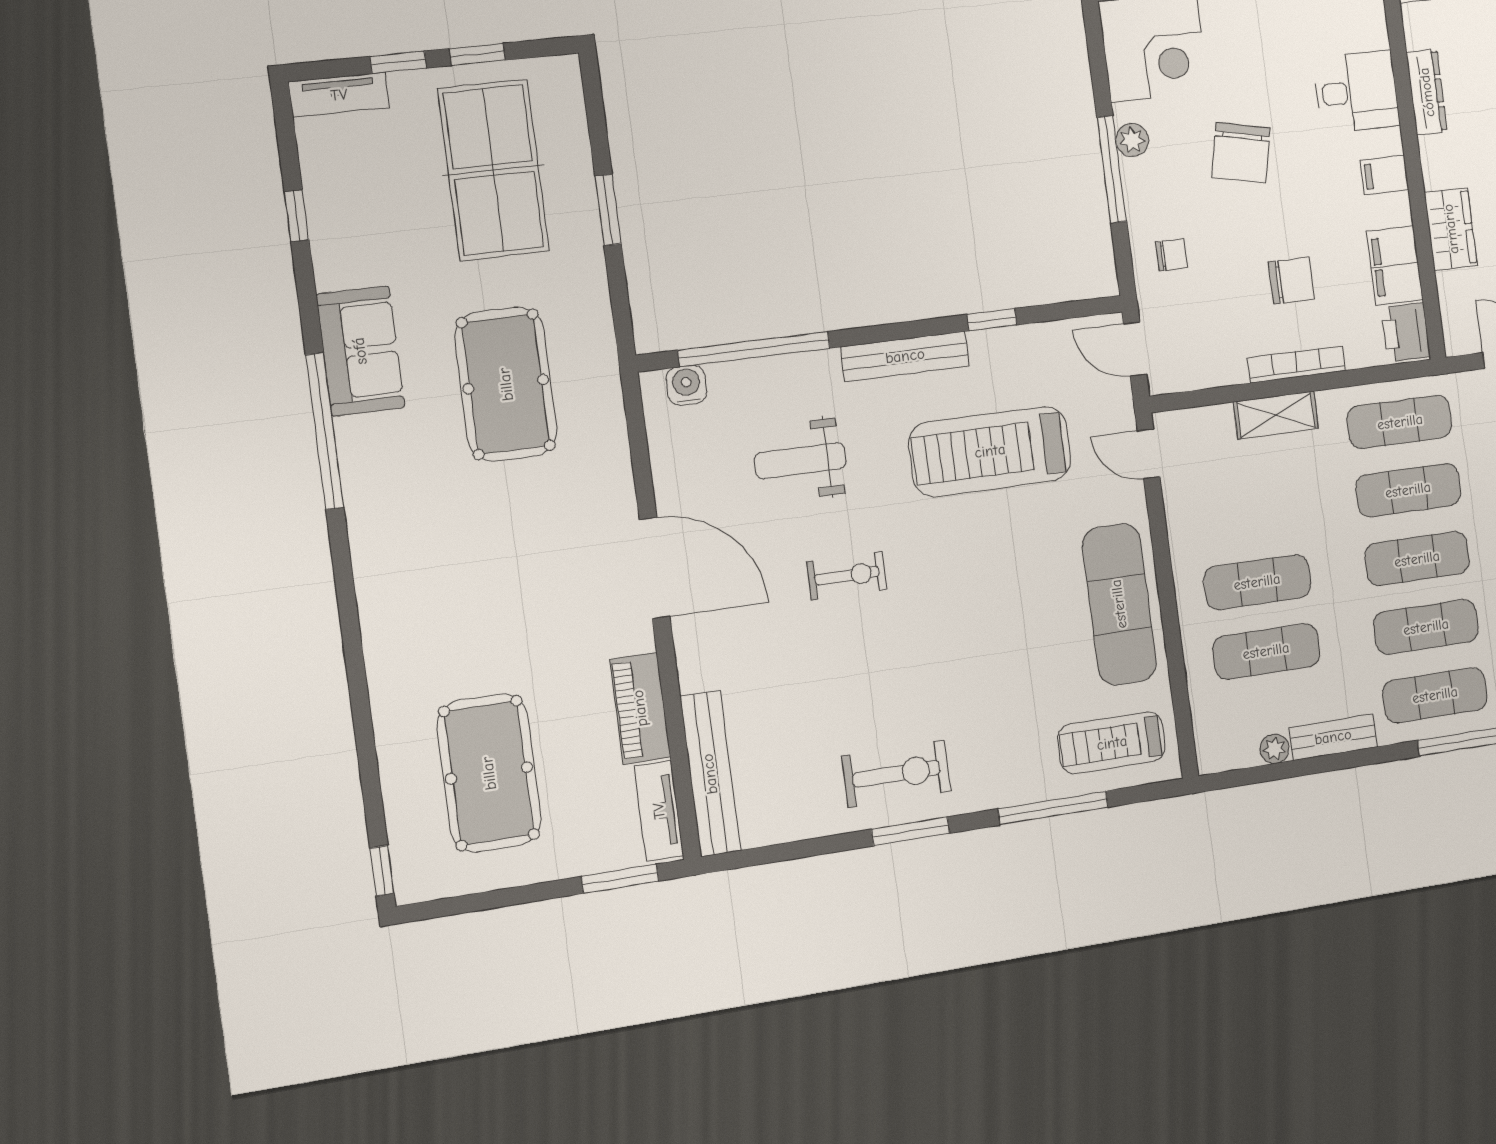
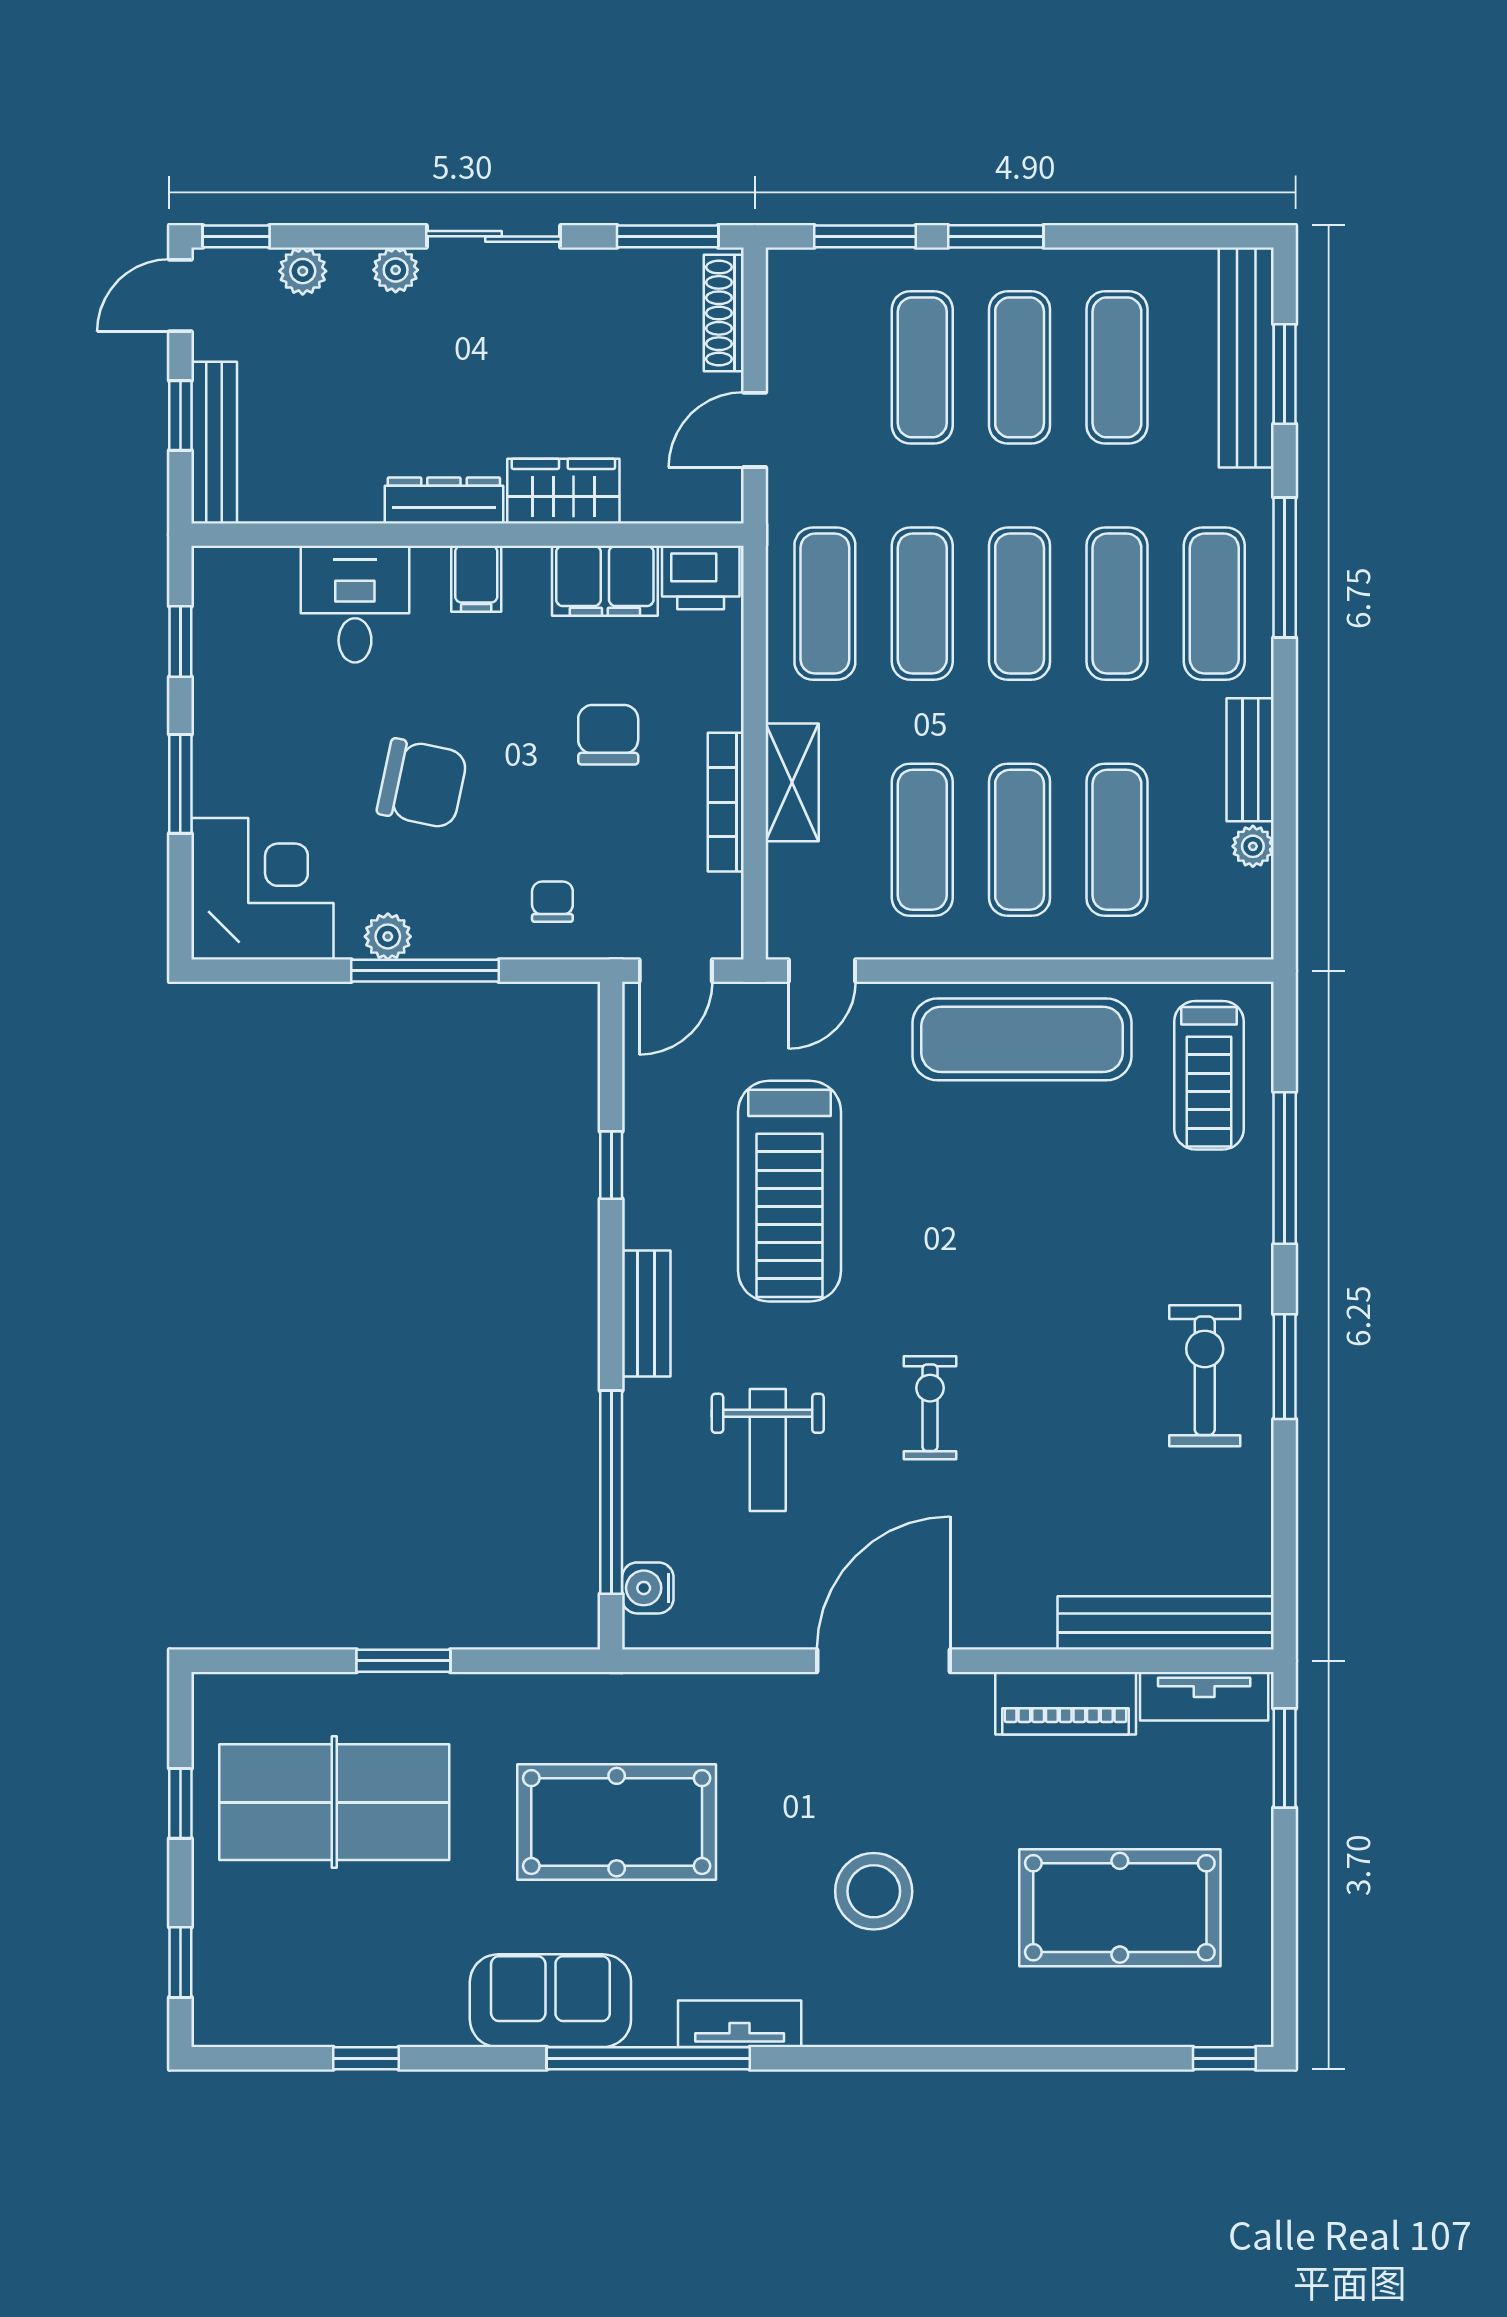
window: (398, 62) -> (180, 1962), moved
dresser: (1427, 92) -> (444, 500), moved
tv unit: (339, 95) -> (740, 2024), moved, turned -90
bench: (905, 356) -> (646, 1314), width x0.73
bookcase: (1297, 364) -> (726, 802), moved
exercise mat: (1248, 513) -> (922, 840), added
stool: (478, 585) -> (874, 1891), added

